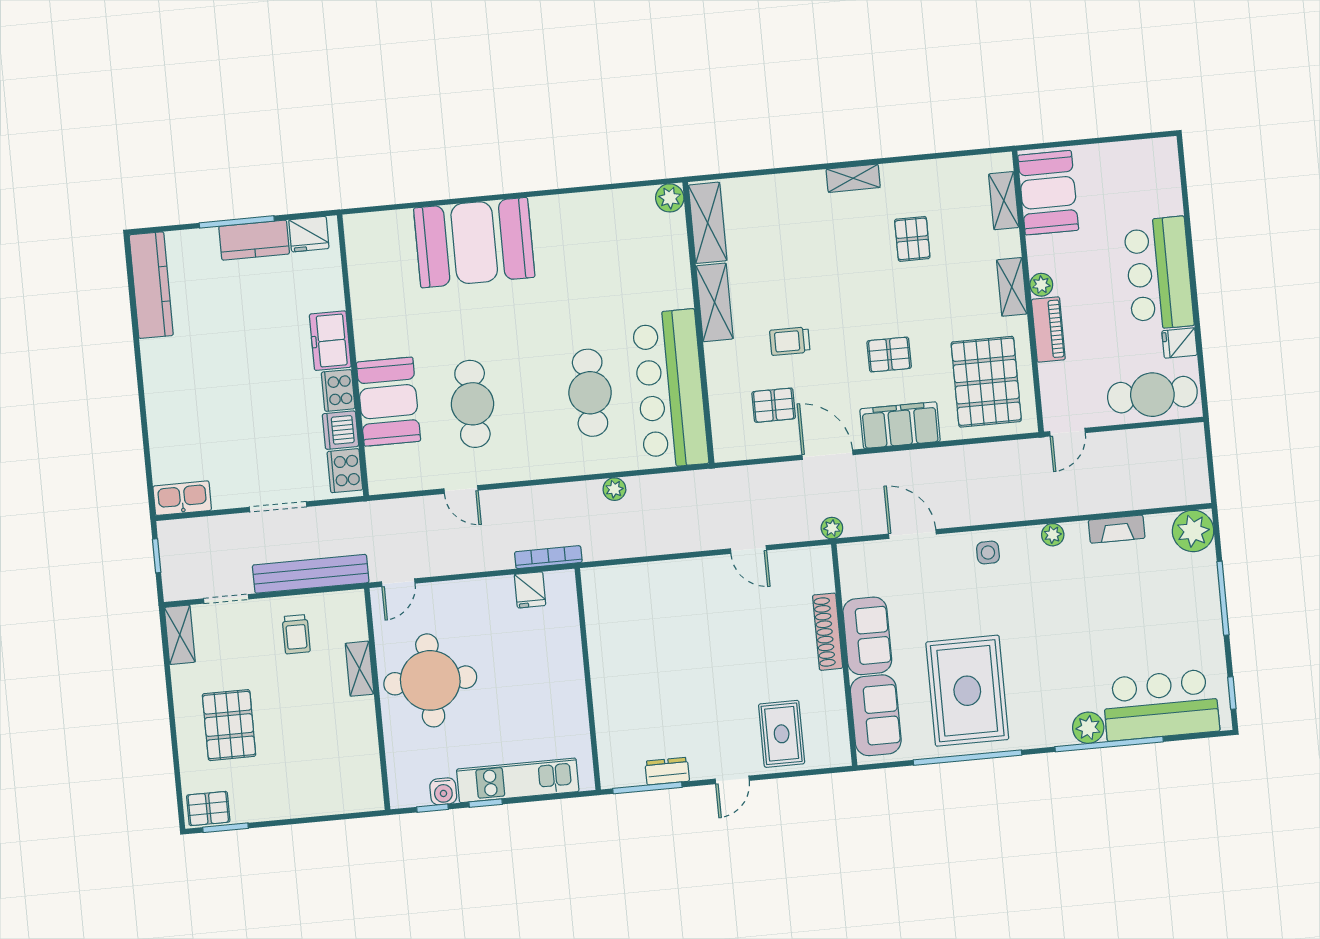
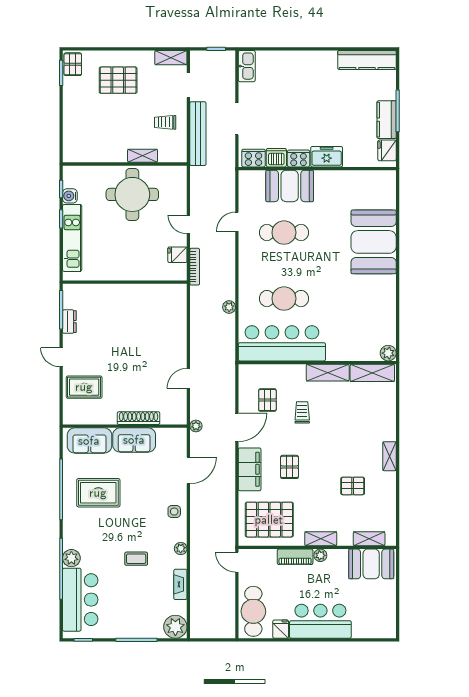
door: (398, 583) -> (188, 225), moved
coffee table: (1078, 612) -> (136, 559), added
rug: (967, 691) -> (98, 493), width x0.73, depth x0.69

